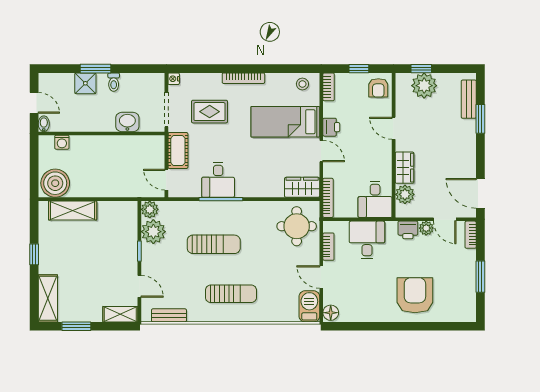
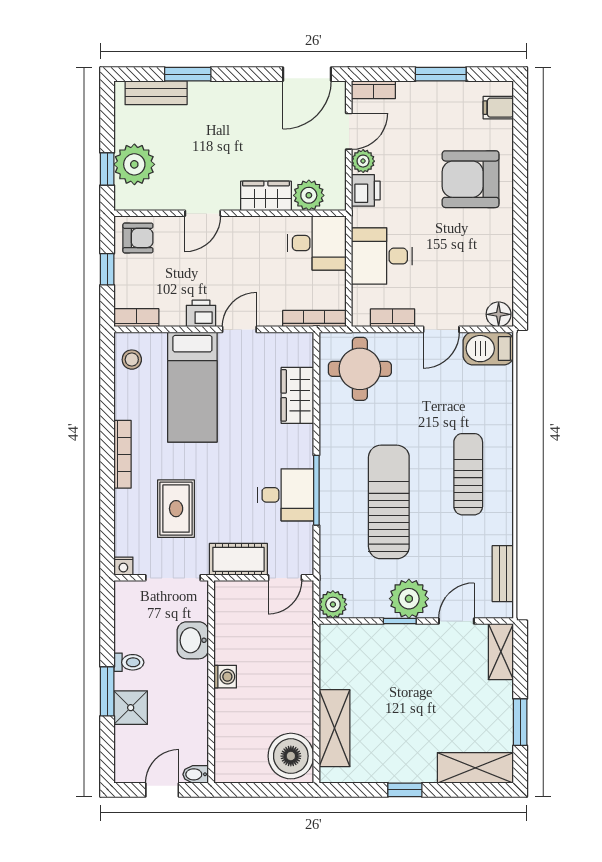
washing machine: (62, 142) -> (225, 677), moved
wardrobe: (302, 187) -> (297, 395), moved
plant: (153, 232) -> (409, 599), moved
sun lounger: (214, 244) -> (389, 502), width x1.36, depth x1.34
filing cabinet: (460, 313) -> (498, 108), added

